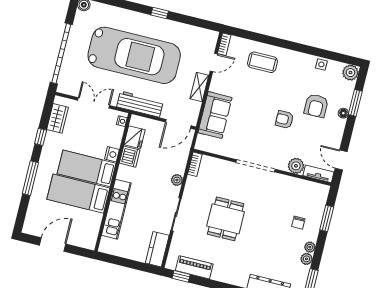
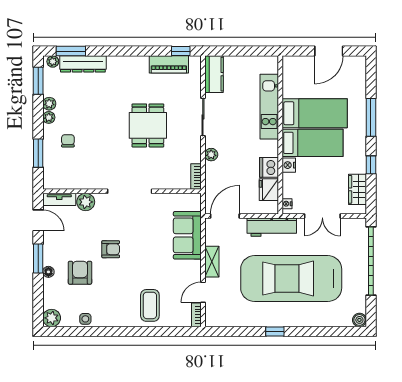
coffee table: (262, 62) -> (150, 305), turned 90
window: (355, 103) -> (38, 258), moved

